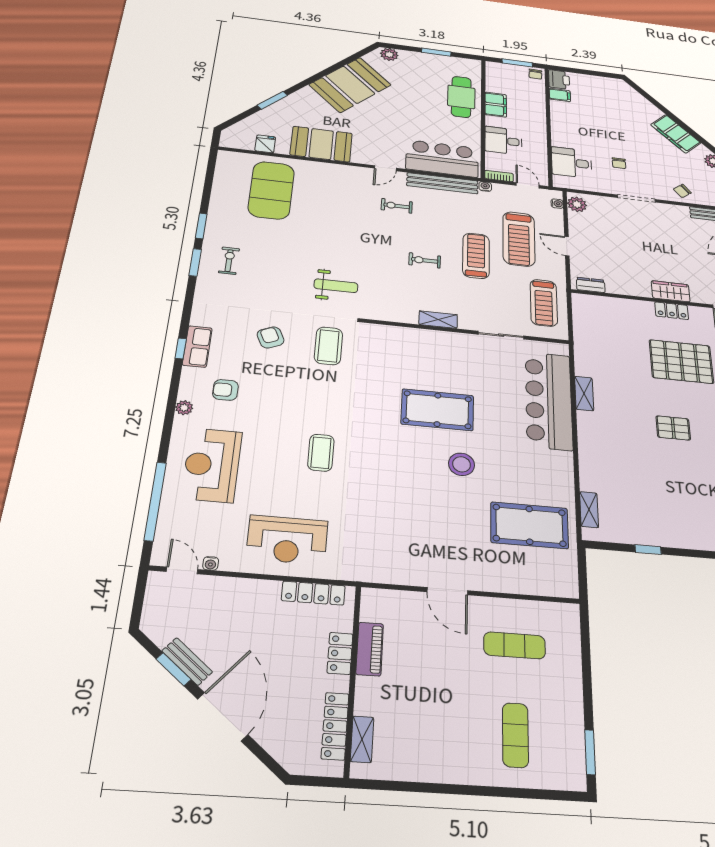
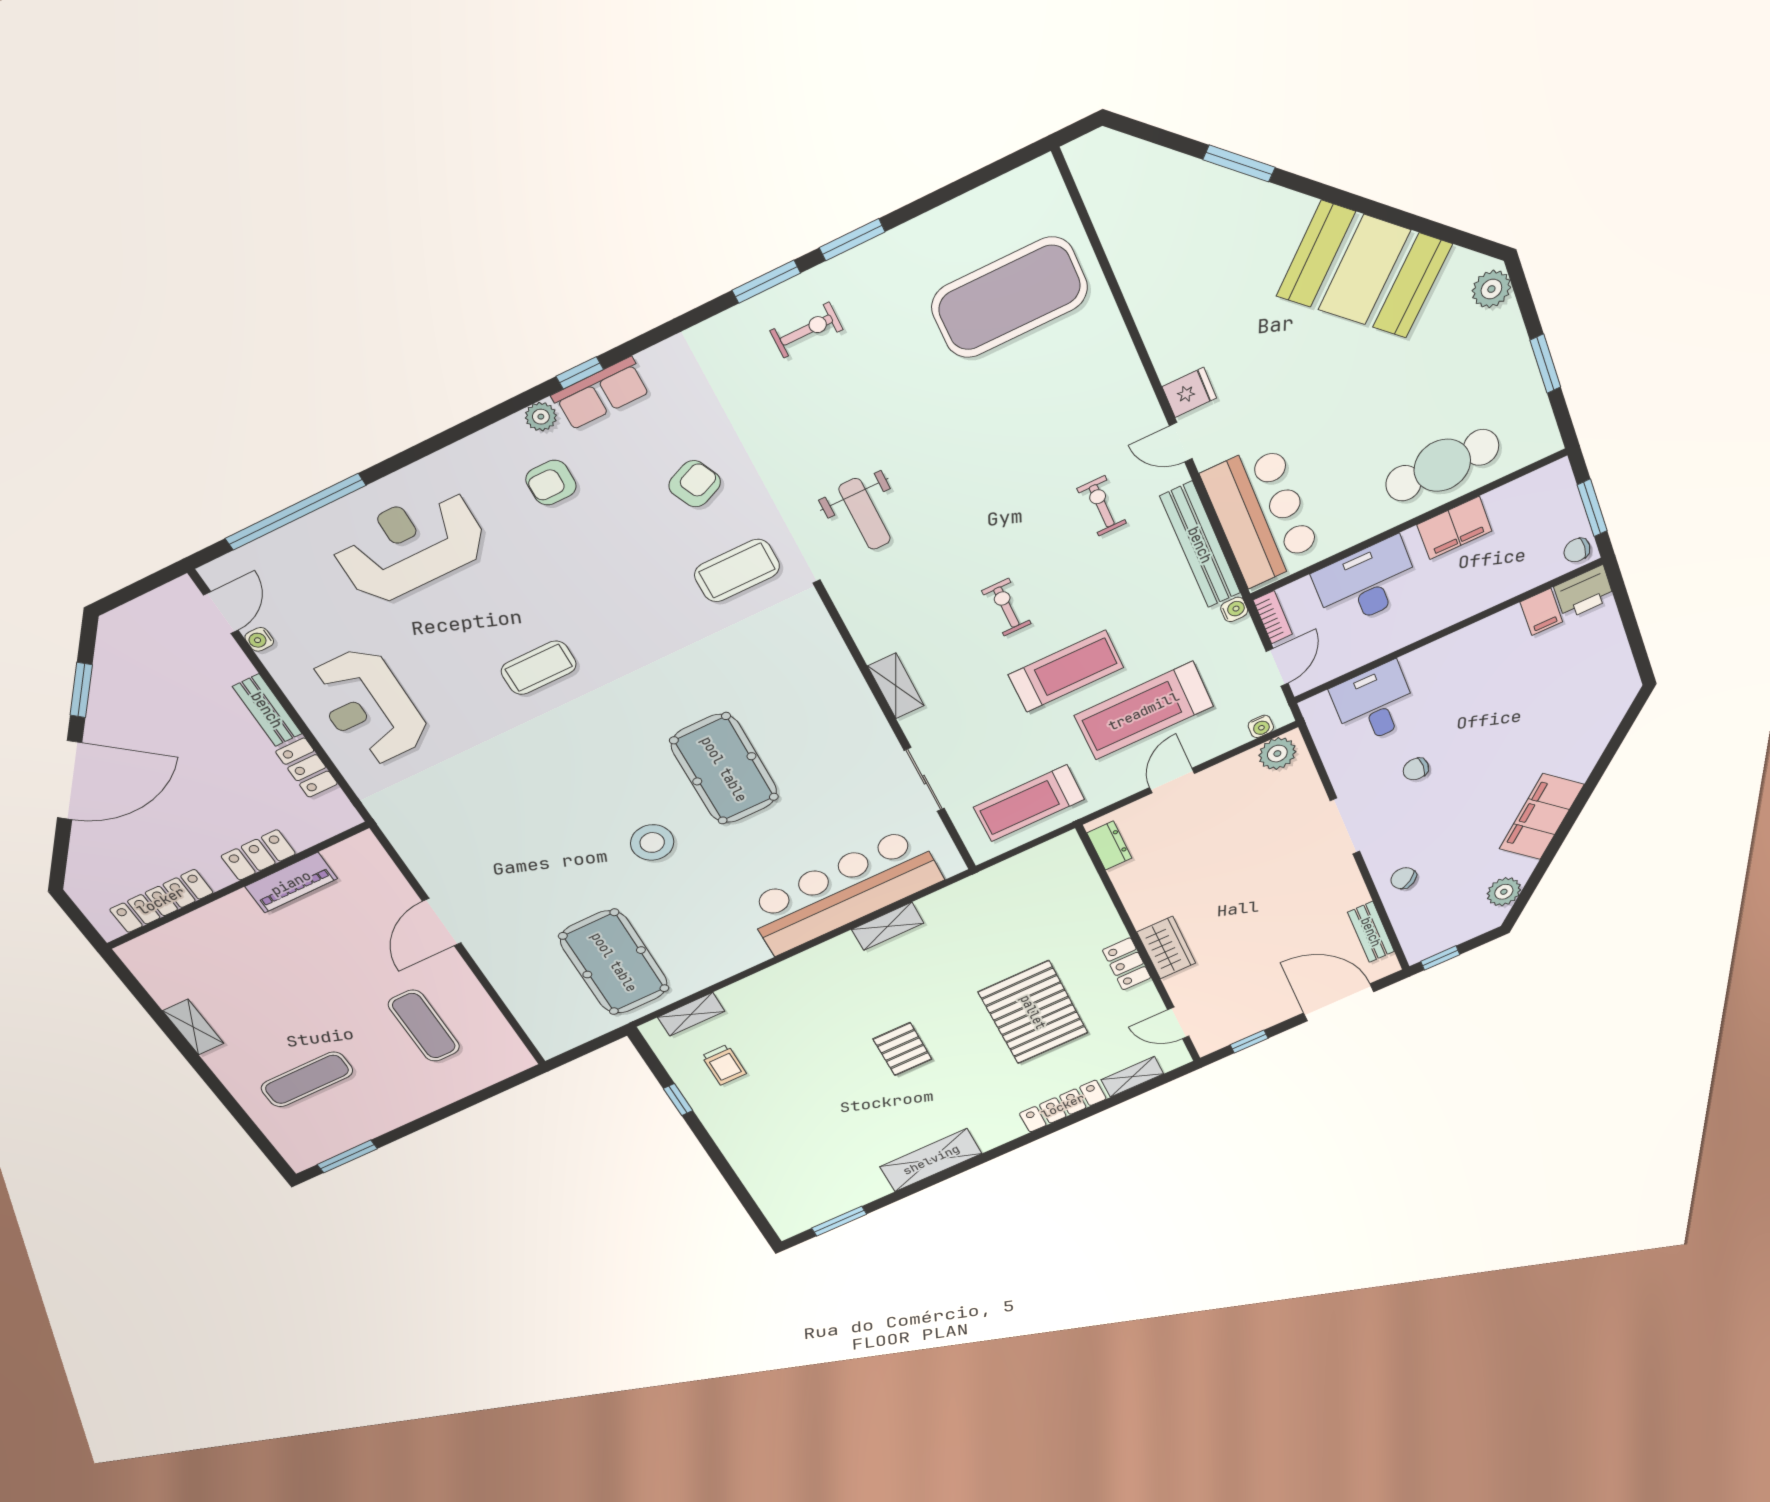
desk: (503, 141) -> (1366, 583), width x1.37
fridge: (265, 144) -> (1189, 392), moved
booth: (321, 144) -> (1176, 311), removed
armchair: (225, 390) -> (551, 483), turned -90
plant: (184, 408) -> (541, 417), moved
trolley: (635, 514) -> (724, 1065), added
locker: (313, 593) -> (307, 768), width x0.66
bench: (187, 661) -> (267, 710), moved, turned -40
shelving: (362, 739) -> (193, 1027), moved, turned 90

